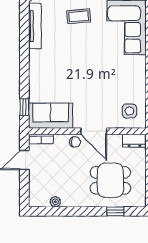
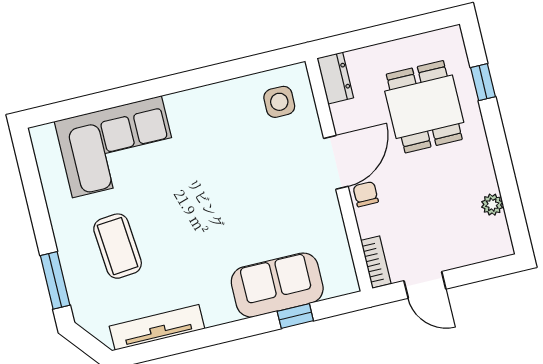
coffee table: (79, 16) -> (118, 246), width x1.36, depth x1.30
window: (24, 107) -> (295, 316), moved
sofa: (51, 116) -> (277, 285), moved, turned 90

